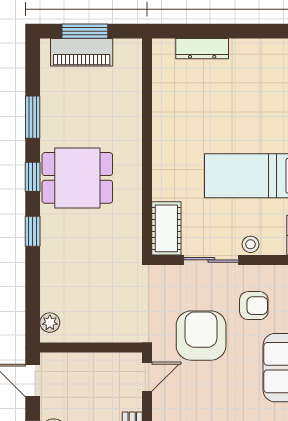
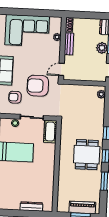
dining table: (77, 178) -> (87, 155), turned 90
armchair: (201, 336) -> (38, 86), turned 90

